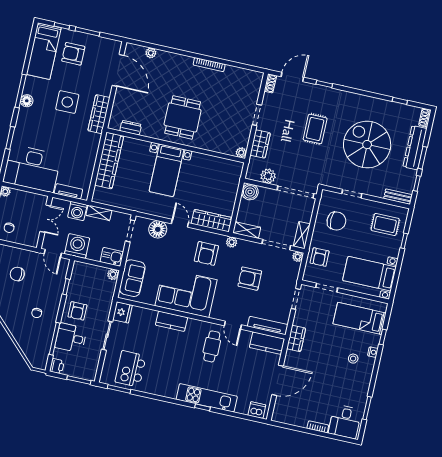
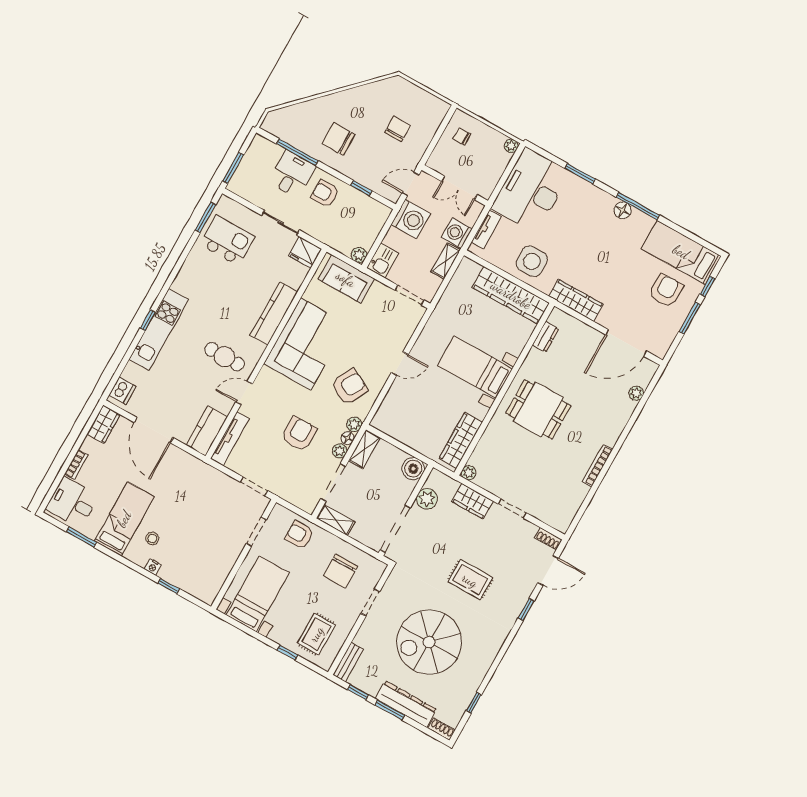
door: (292, 77) -> (548, 570), hinge flipped
side table: (67, 102) -> (532, 261), moved
spiral stairs: (367, 145) -> (429, 642), turned 180
wardrobe: (212, 221) -> (461, 440), moved, turned 180
floor lamp: (158, 229) -> (348, 438), moved, width x0.53, depth x0.53
armchair: (206, 253) -> (349, 387), turned 118
plant: (298, 257) -> (340, 451), moved
chair: (37, 313) -> (338, 139), width x1.87, depth x1.87
bed: (360, 318) -> (124, 519), moved
kitchen counter: (171, 321) -> (274, 314), width x1.50
wardrobe: (296, 338) -> (104, 424), moved, turned -90
printer: (57, 366) -> (260, 144), removed

